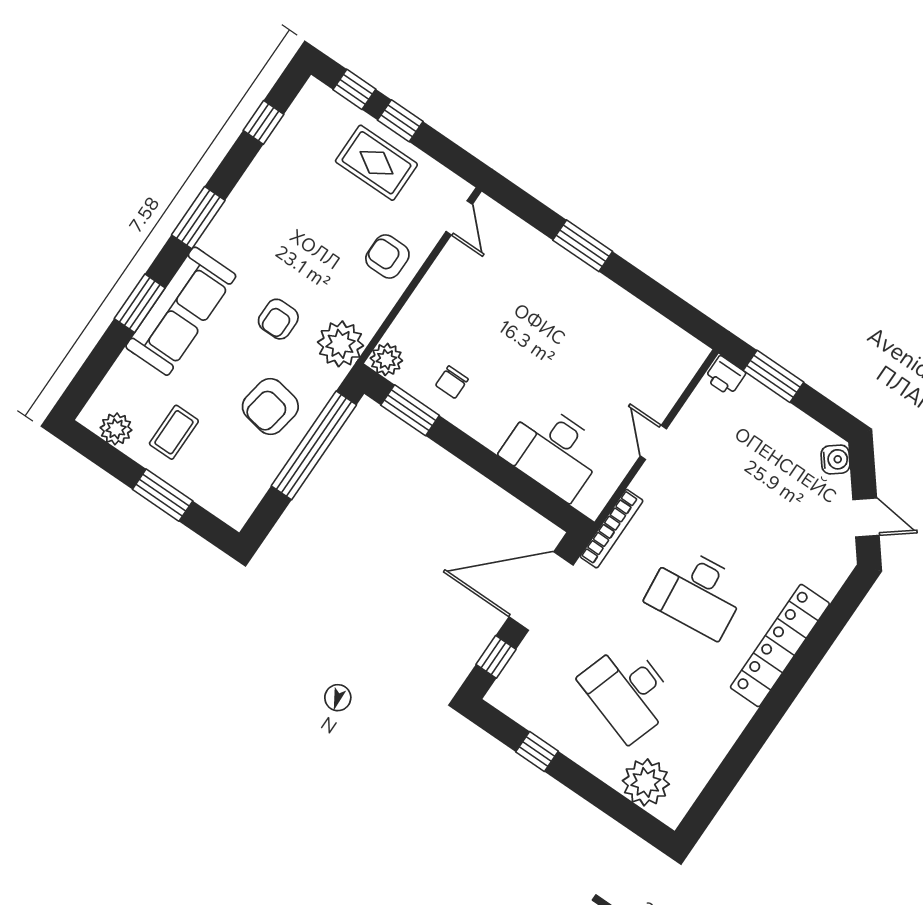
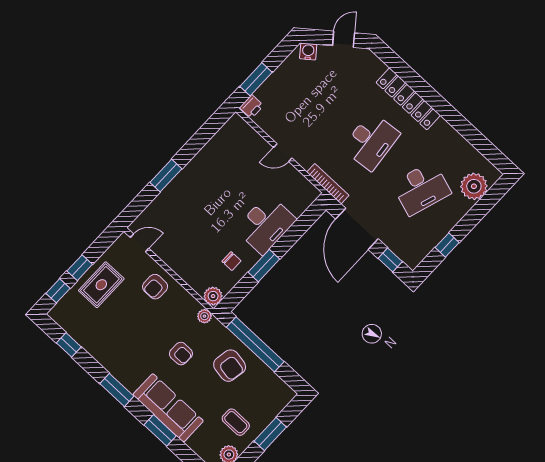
plant: (340, 344) -> (204, 316), width x0.53, depth x0.53
window: (410, 410) -> (264, 266), moved
desk: (553, 451) -> (266, 224), moved

